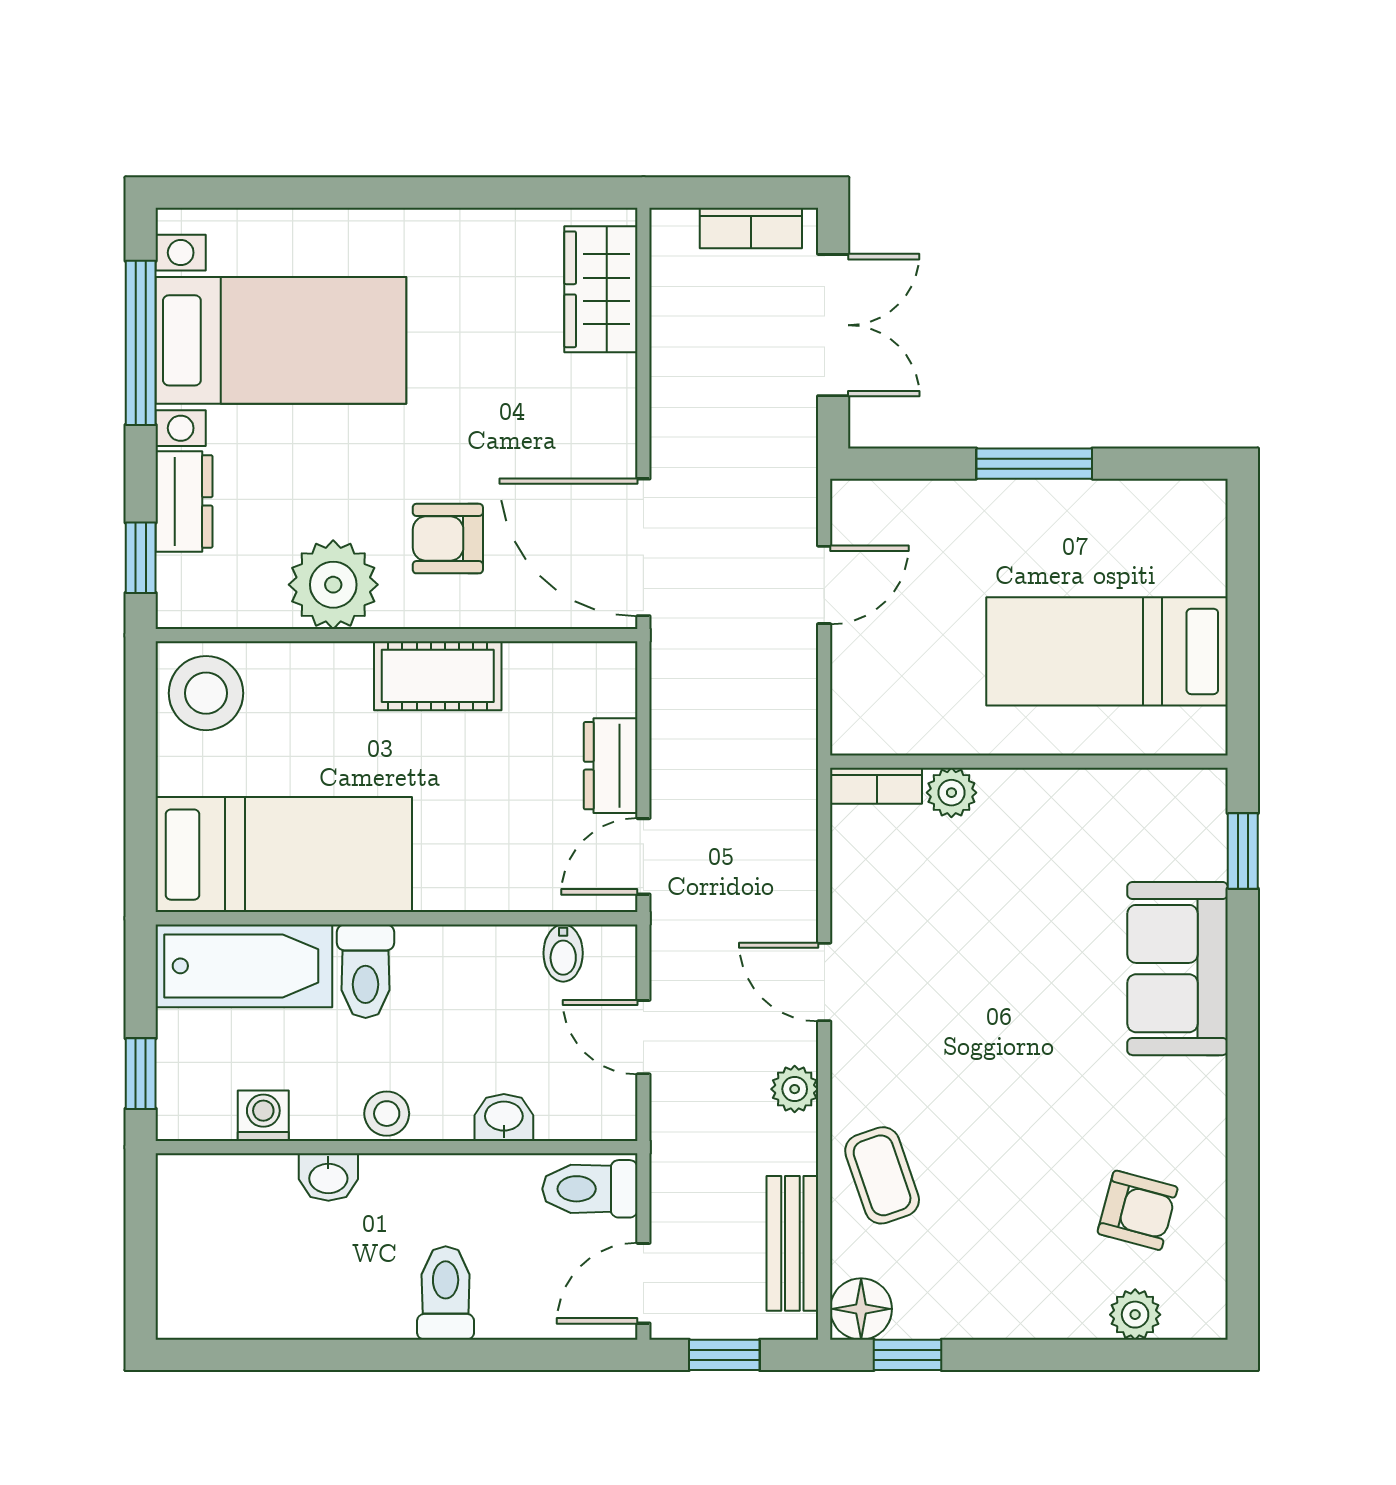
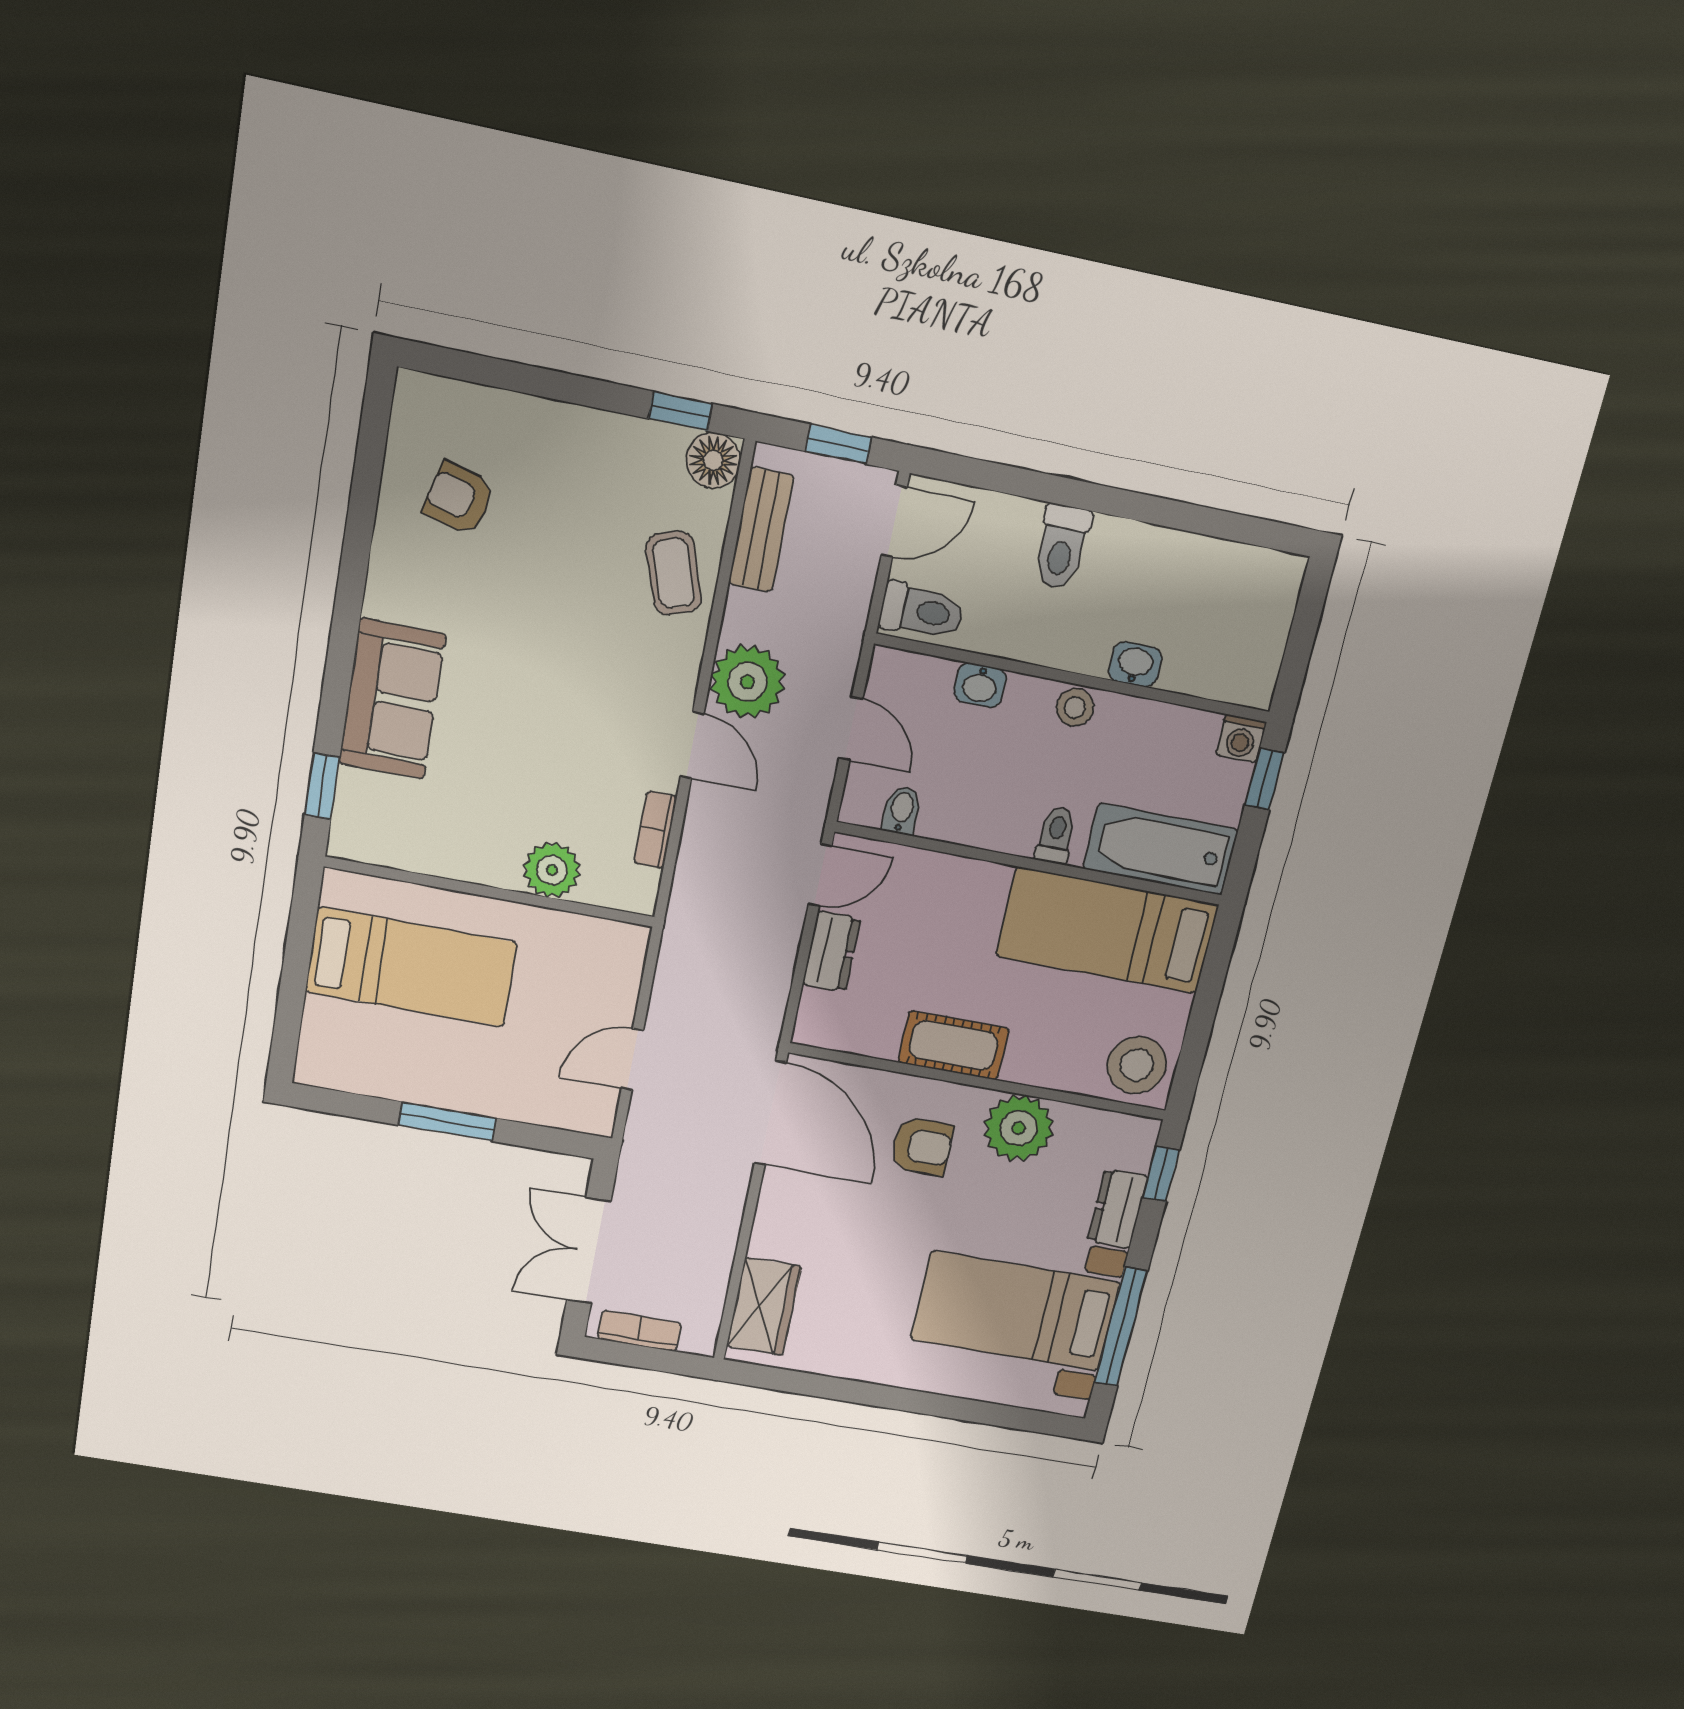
bookcase: (877, 786) -> (655, 830), moved, turned -90
plant: (951, 793) -> (552, 870), width x1.38, depth x1.38
toilet: (366, 971) -> (1056, 835), width x0.73, depth x0.72
plant: (795, 1089) -> (748, 682), width x1.87, depth x1.87
washing machine: (263, 1116) -> (1241, 739), moved
plant: (1135, 1315) -> (475, 406), removed

